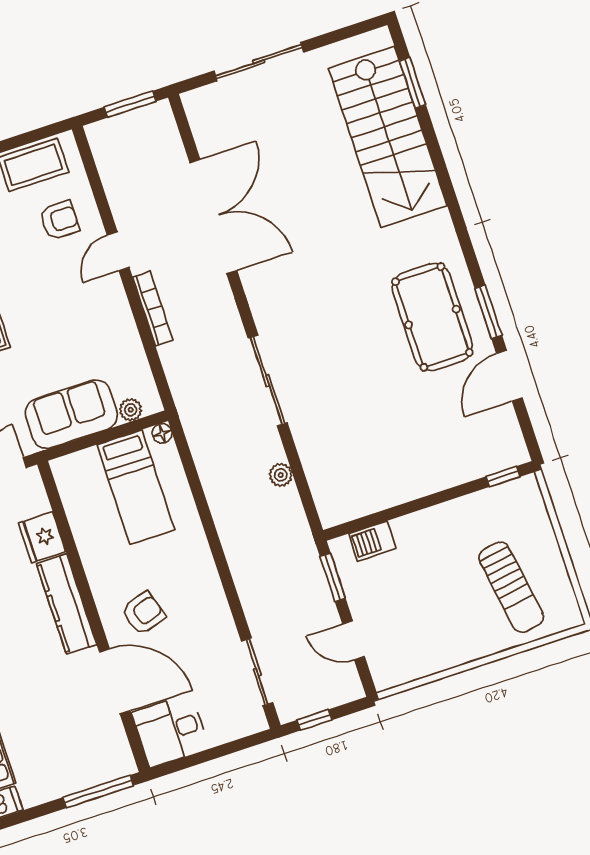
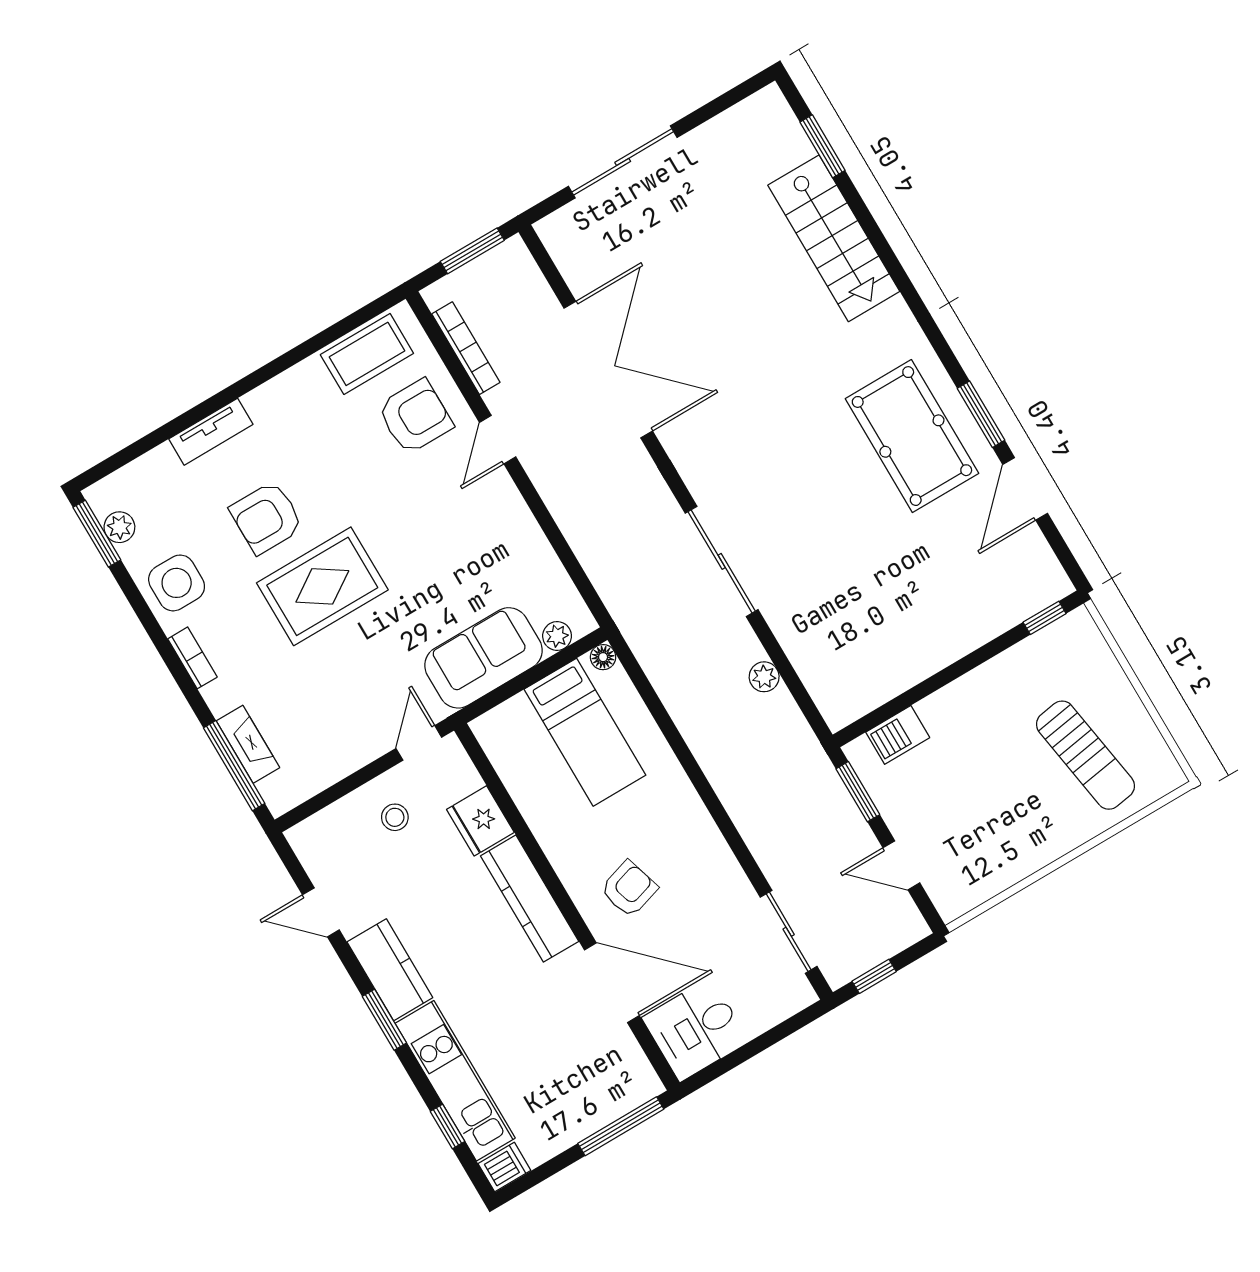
stairs: (388, 137) -> (834, 238), width x0.73, depth x0.66
armchair: (59, 220) -> (415, 417), width x1.38, depth x1.38
bookcase: (153, 309) -> (466, 348), moved

